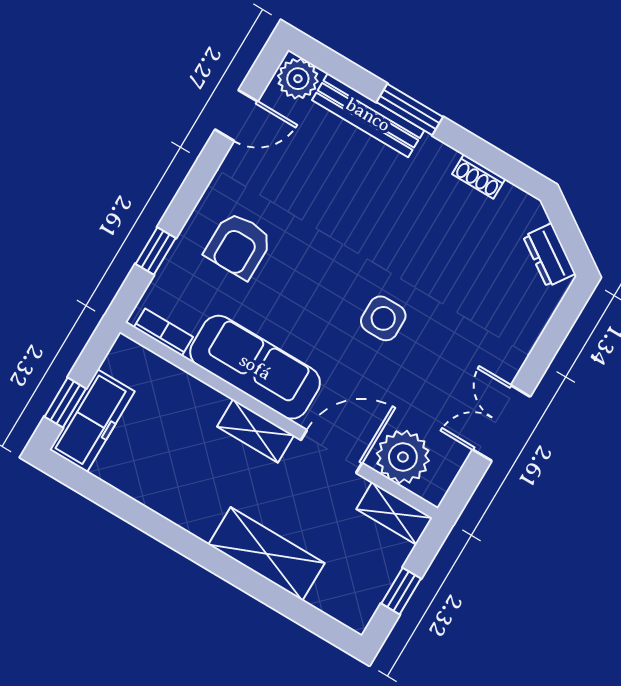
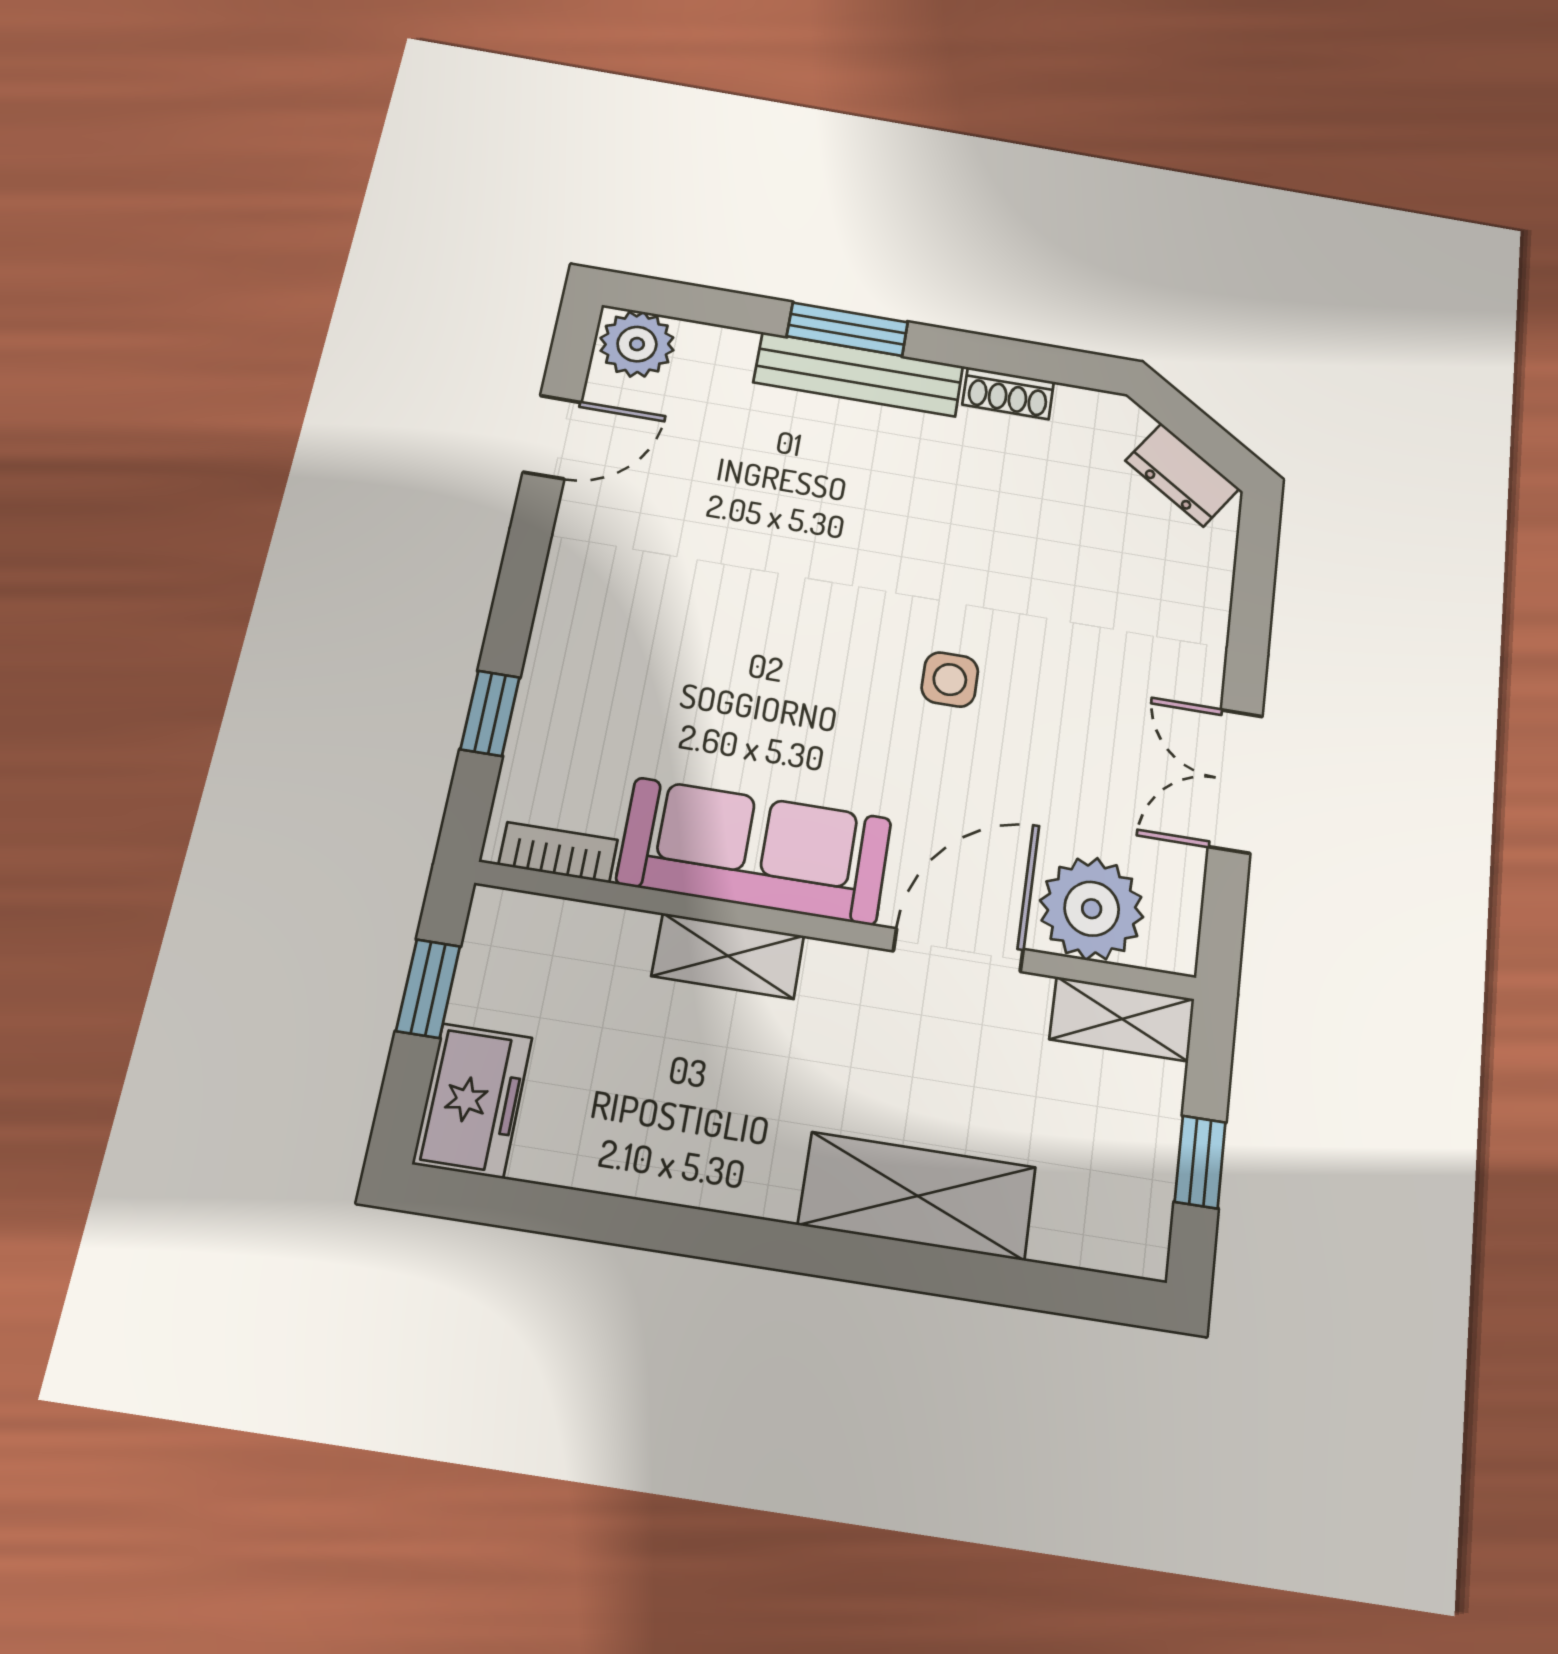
bench: (368, 115) -> (859, 374), moved
armchair: (238, 246) -> (640, 649), removed
side table: (383, 318) -> (950, 680), width x0.73, depth x0.73
window: (65, 403) -> (428, 989), moved
freezer: (92, 421) -> (473, 1100), width x0.71
shelving: (256, 431) -> (728, 956), moved

